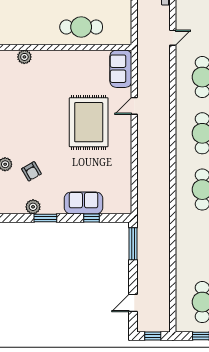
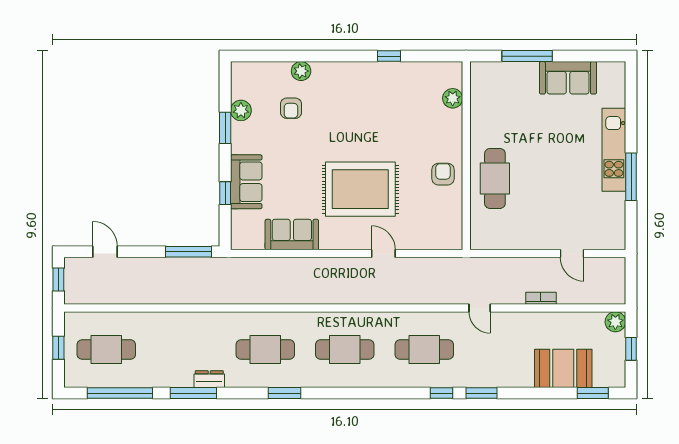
armchair: (78, 64) -> (443, 174), added
sofa: (121, 69) -> (292, 235), moved
armchair: (31, 171) -> (291, 108), turned -60

